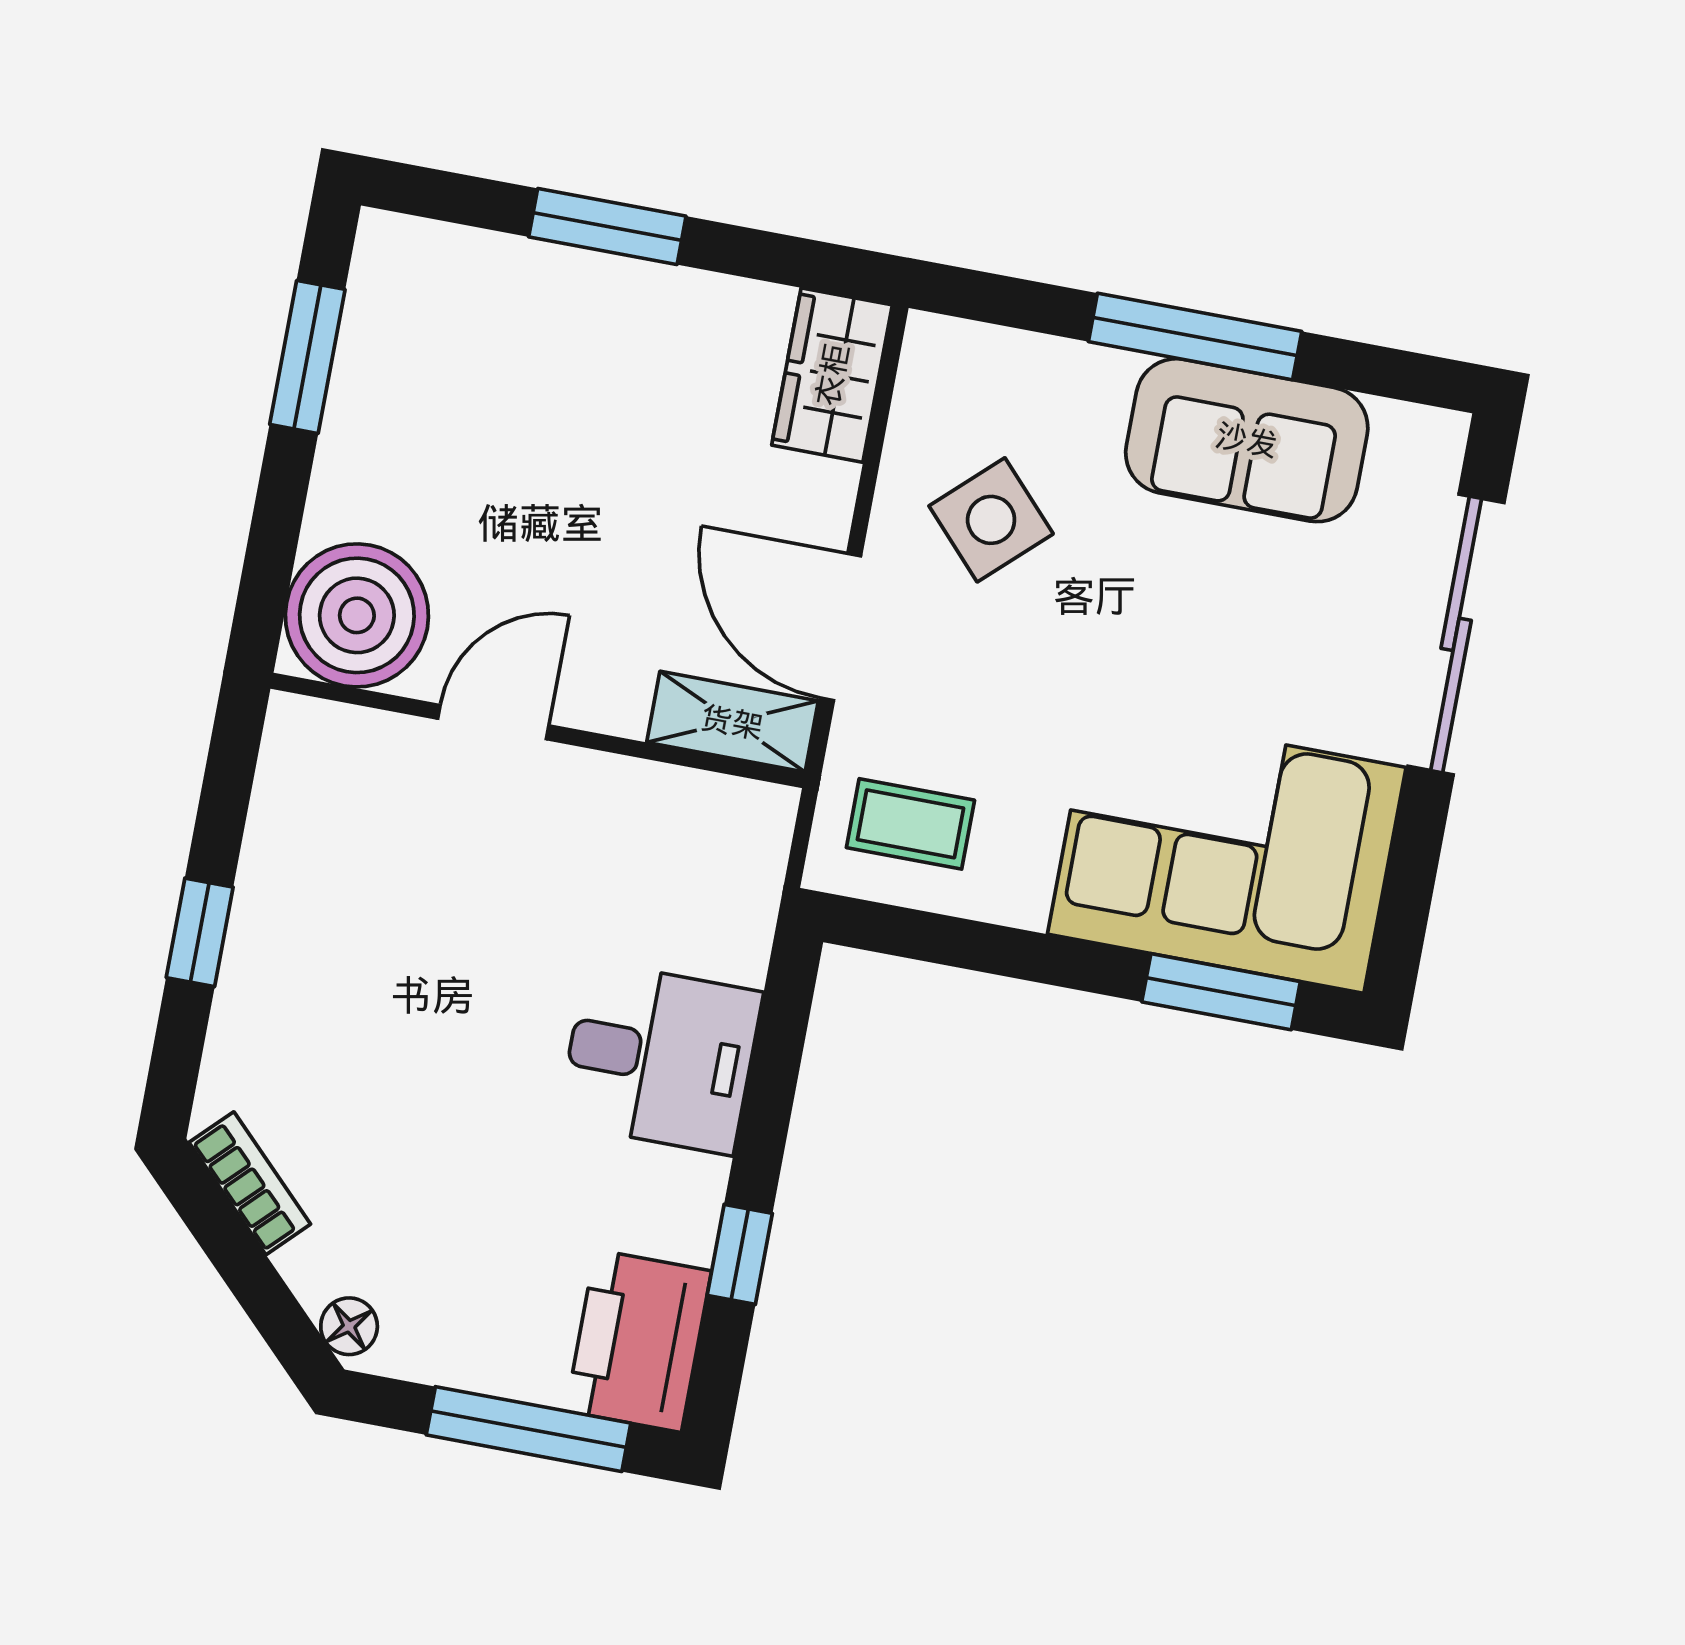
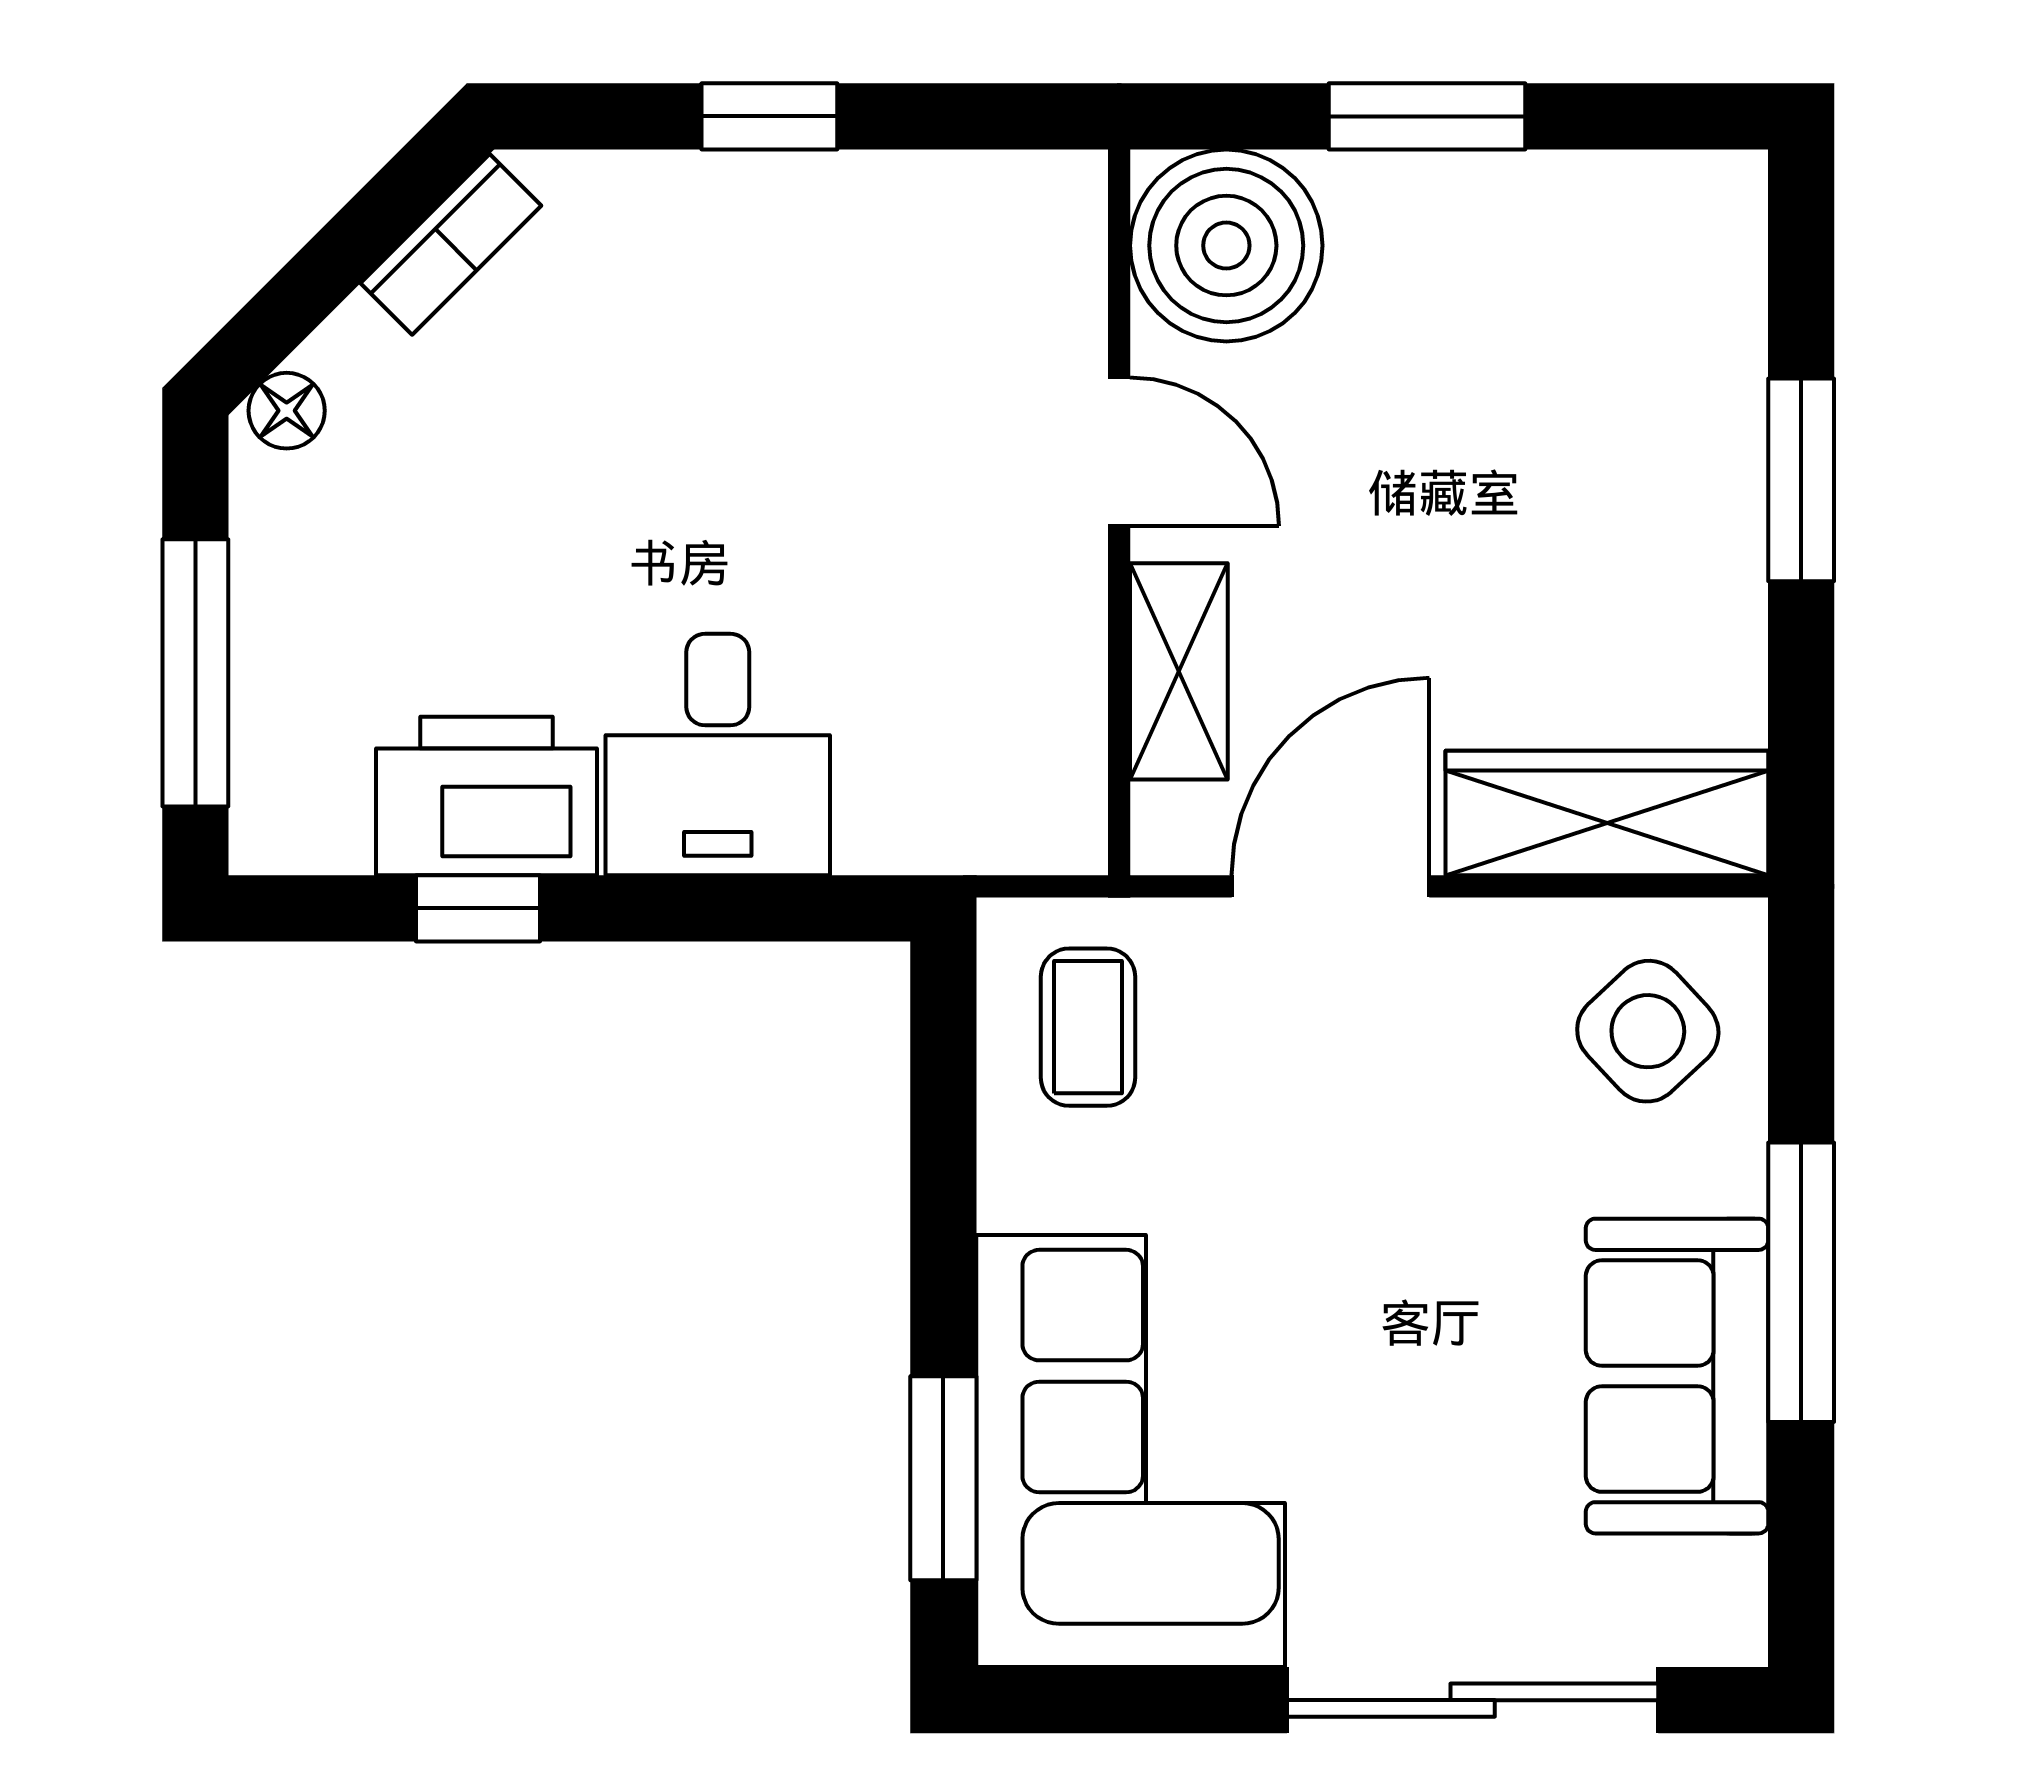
window: (307, 357) -> (1427, 116), moved
wardrobe: (832, 375) -> (1607, 813), width x1.50
side table: (991, 520) -> (1648, 1031), moved
shelving: (732, 722) -> (1179, 671), moved
printer: (638, 1341) -> (486, 796), moved

